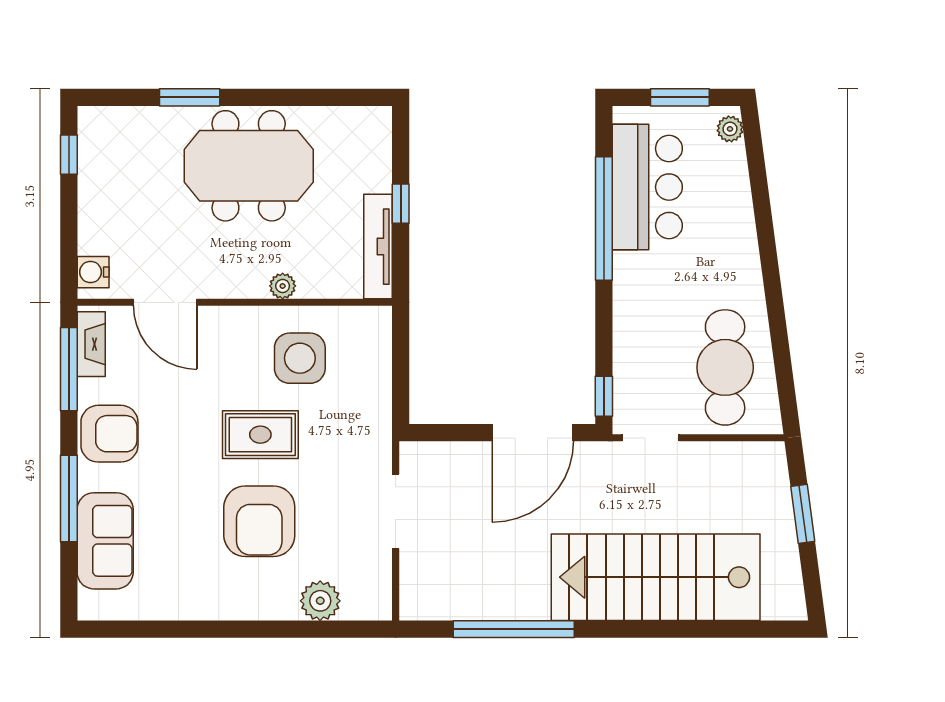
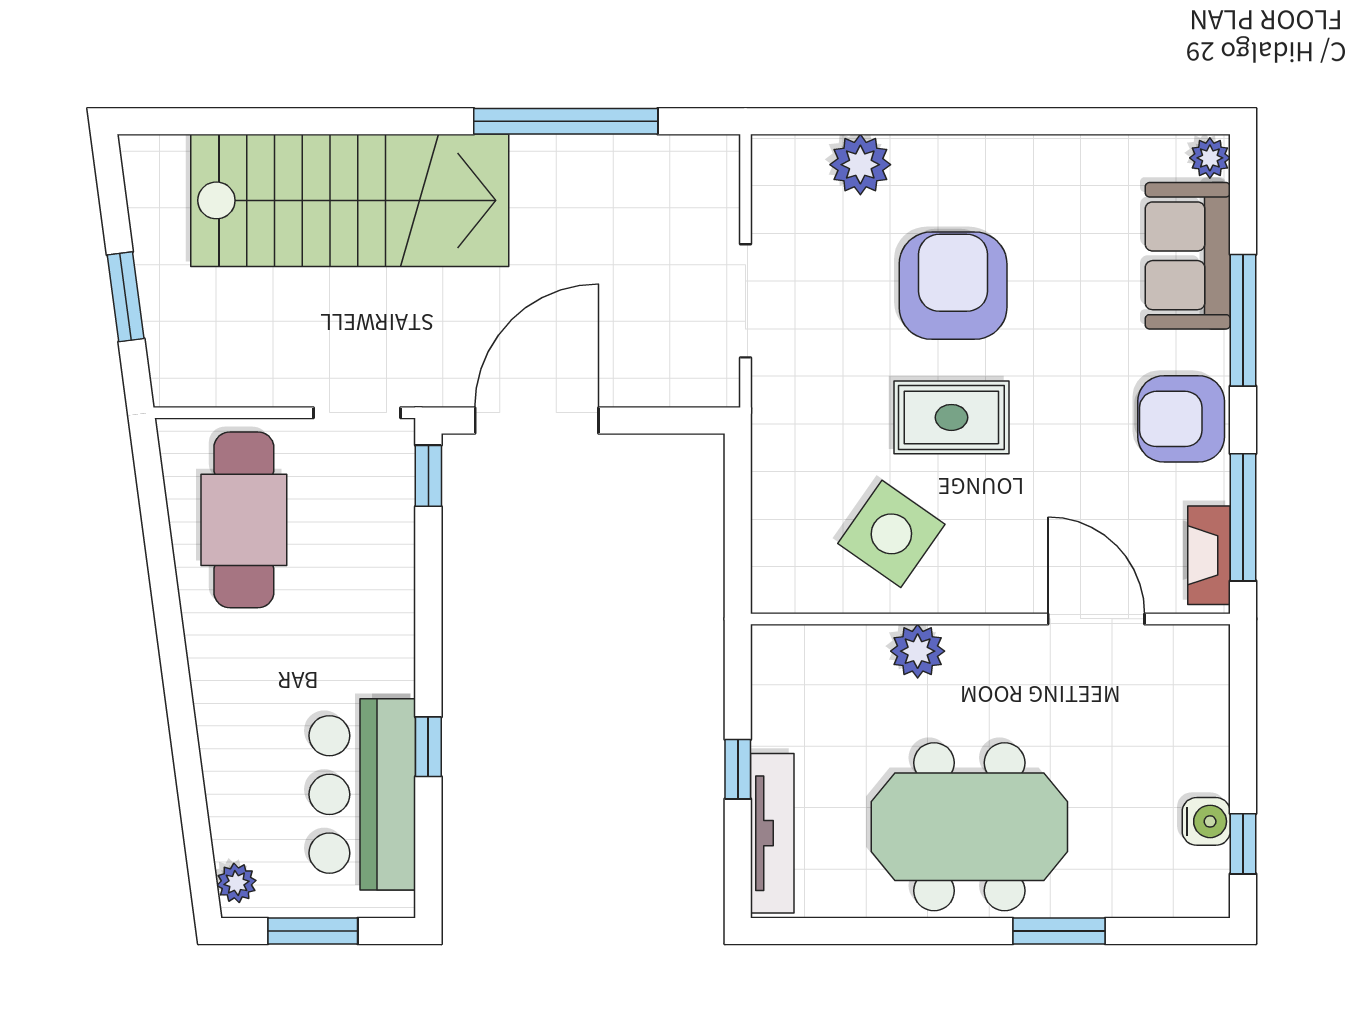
window: (604, 218) -> (428, 747), width x0.32
tv unit: (378, 247) -> (772, 833), moved
water cooler: (93, 272) -> (1206, 821), moved
plant: (283, 286) -> (918, 651), width x1.38, depth x1.38
side table: (300, 358) -> (891, 534), turned 35
plant: (91, 605) -> (1210, 158), added

